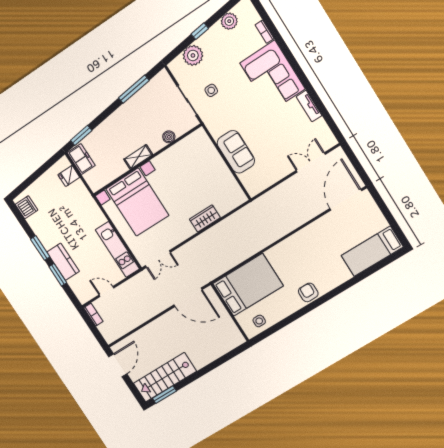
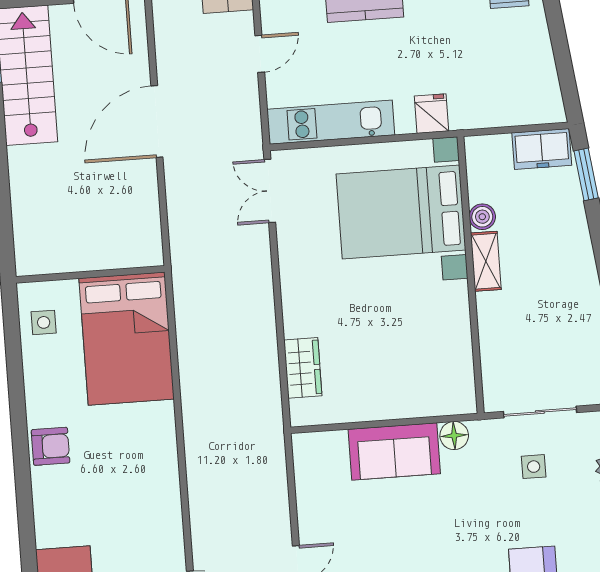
floor lamp: (216, 131) -> (454, 436), added
boiler: (169, 137) -> (482, 217), moved
fridge: (69, 176) -> (432, 114), moved
wardrobe: (205, 218) -> (303, 368), moved
door: (188, 297) -> (157, 121), moved

